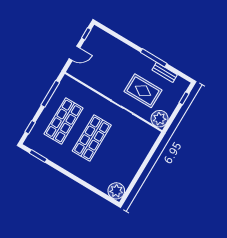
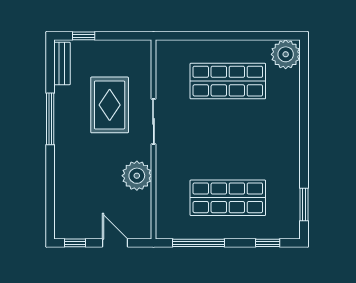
bench: (165, 72) -> (62, 63), moved
plant: (160, 119) -> (137, 176), moved
shop shelf: (92, 138) -> (228, 81), moved

